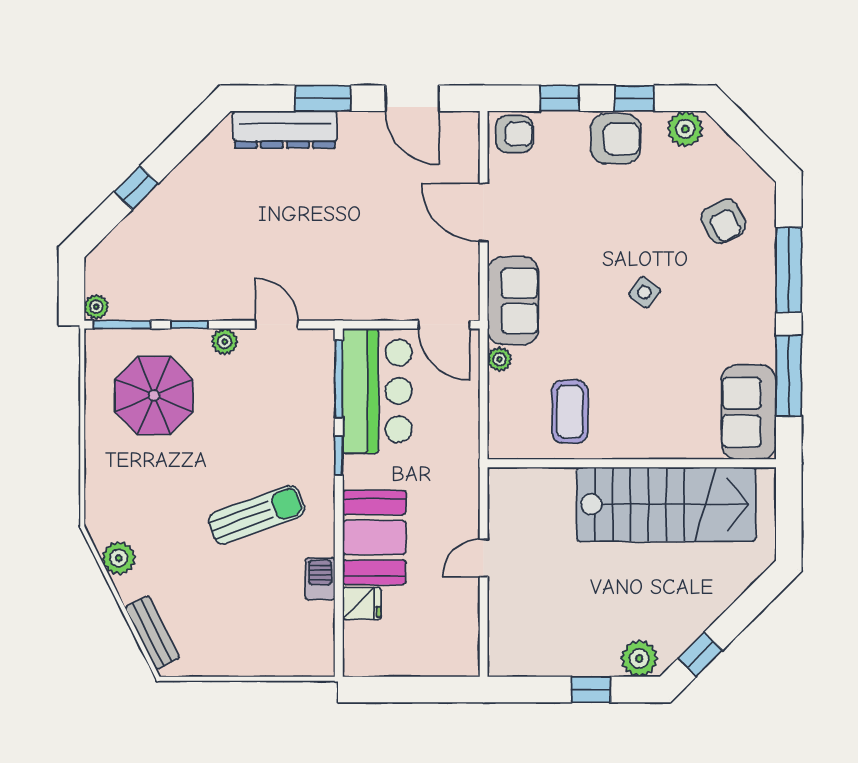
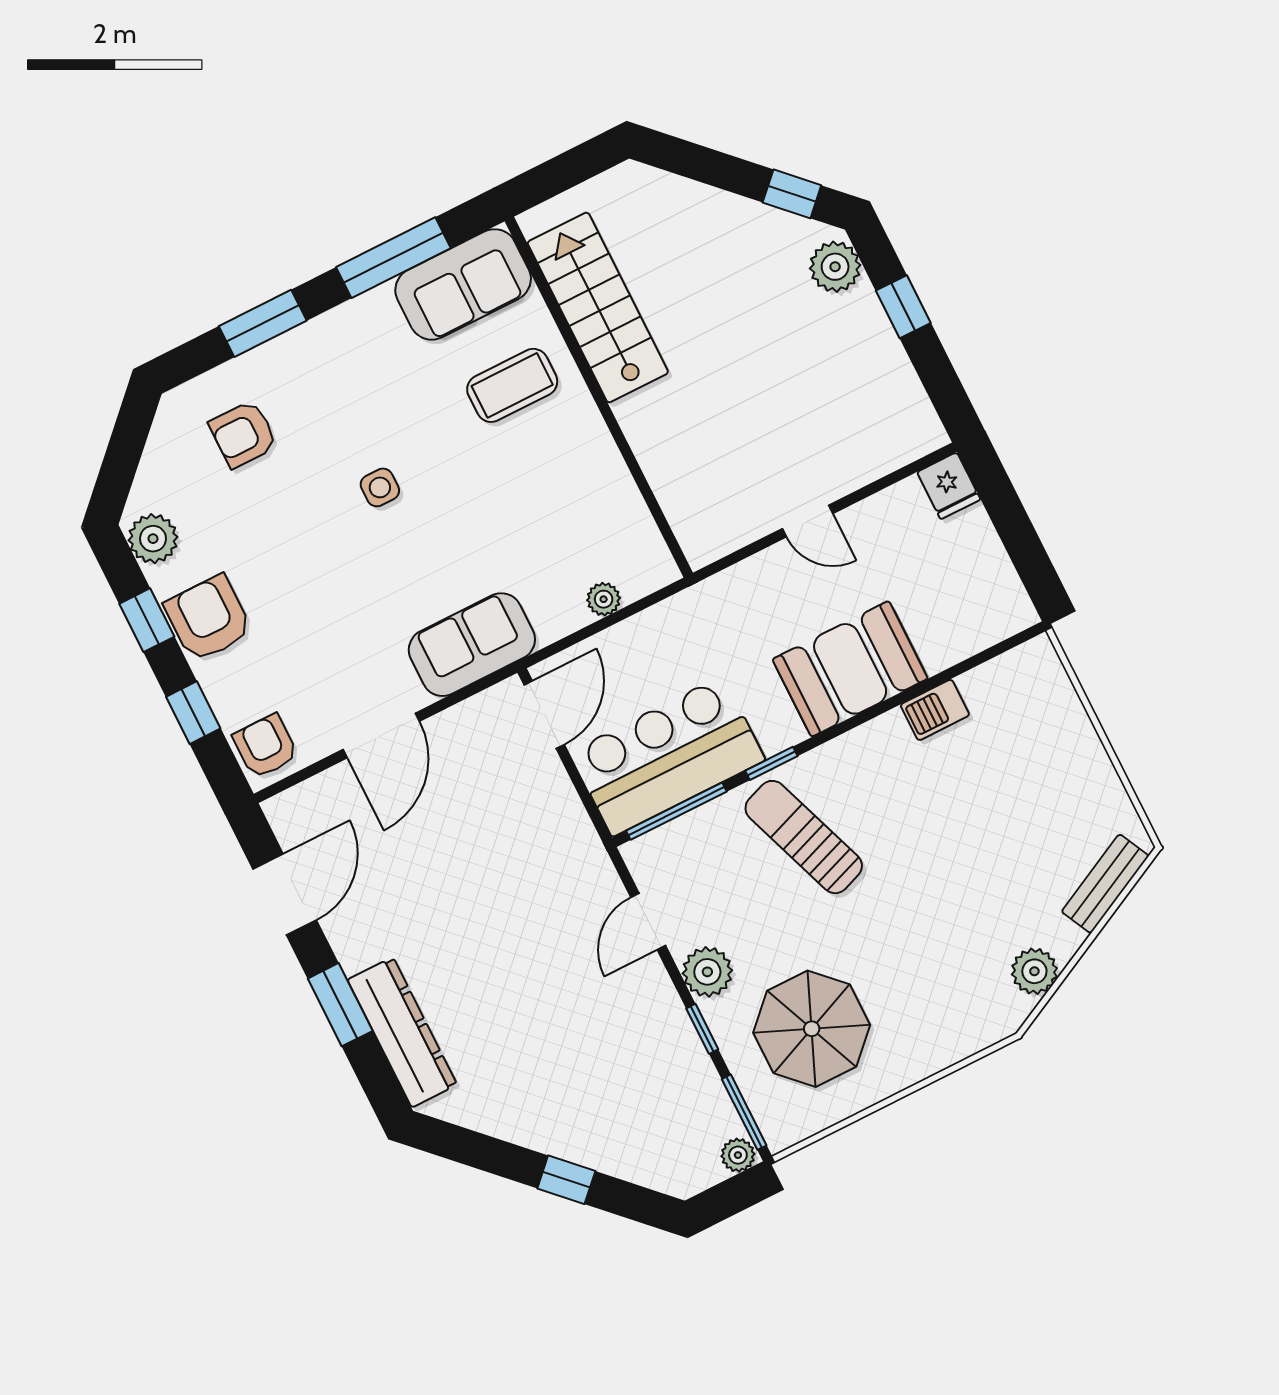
armchair: (723, 221) -> (243, 434), turned -153
window: (789, 270) -> (263, 323), width x0.69
side table: (645, 292) -> (380, 487), turned -36
plant: (225, 342) -> (707, 972), width x1.38, depth x1.38
plant: (500, 359) -> (604, 599), moved
coffee table: (570, 412) -> (512, 385), moved
stairs: (666, 504) -> (598, 307), width x0.73, depth x0.66
sun lounger: (257, 515) -> (804, 837), moved
fridge: (362, 603) -> (949, 486), moved, turned 180

